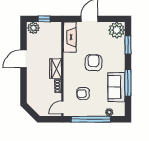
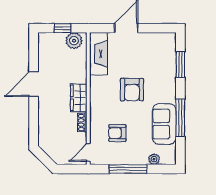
plant: (33, 28) -> (74, 41), moved
plant: (117, 30) -> (165, 44), removed
armchair: (93, 63) -> (132, 90), turned 180
window: (91, 119) -> (128, 169), width x0.68

